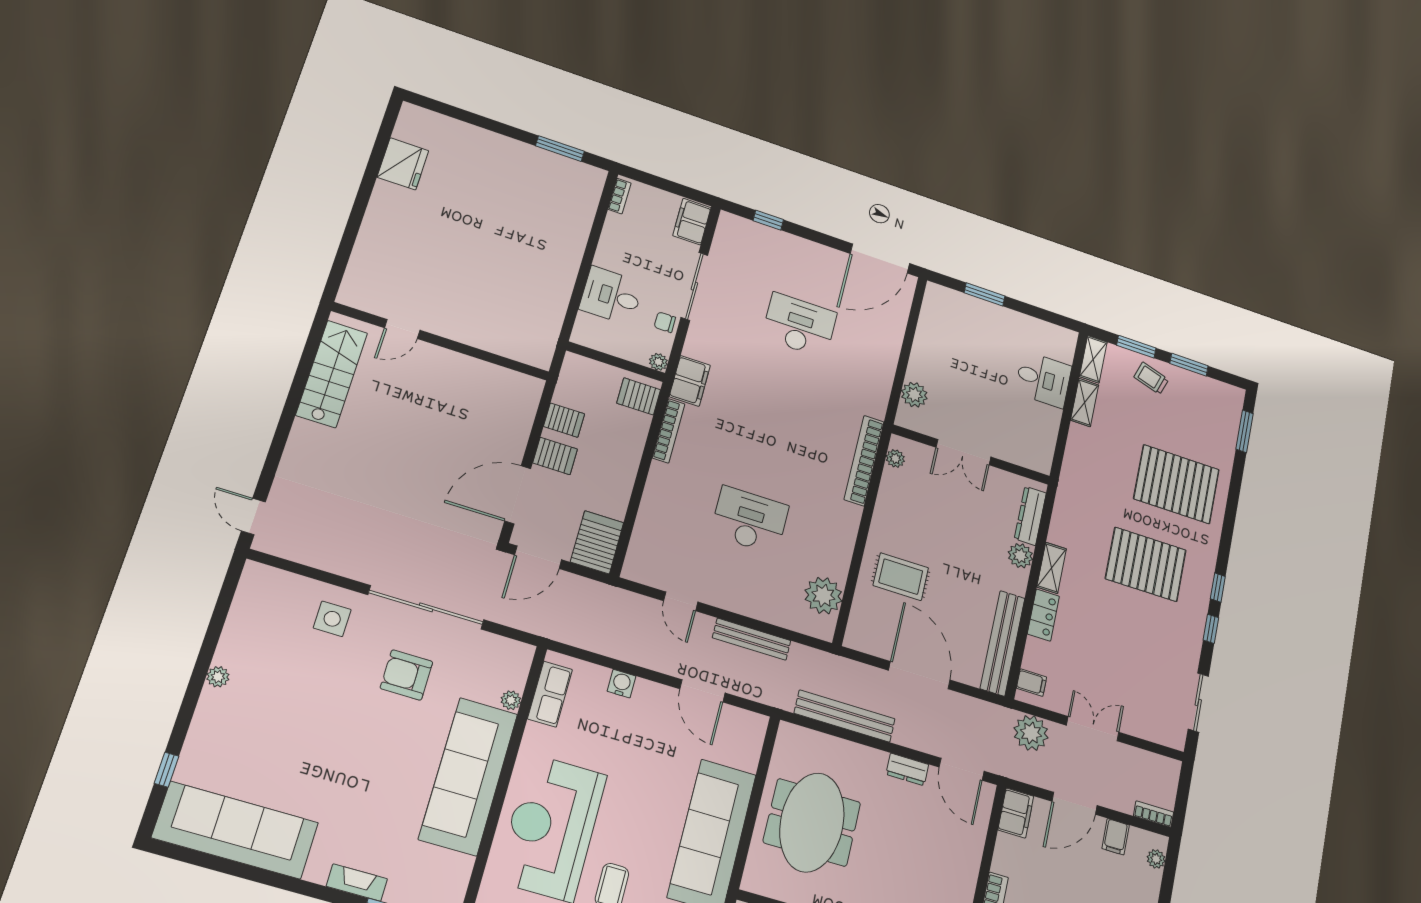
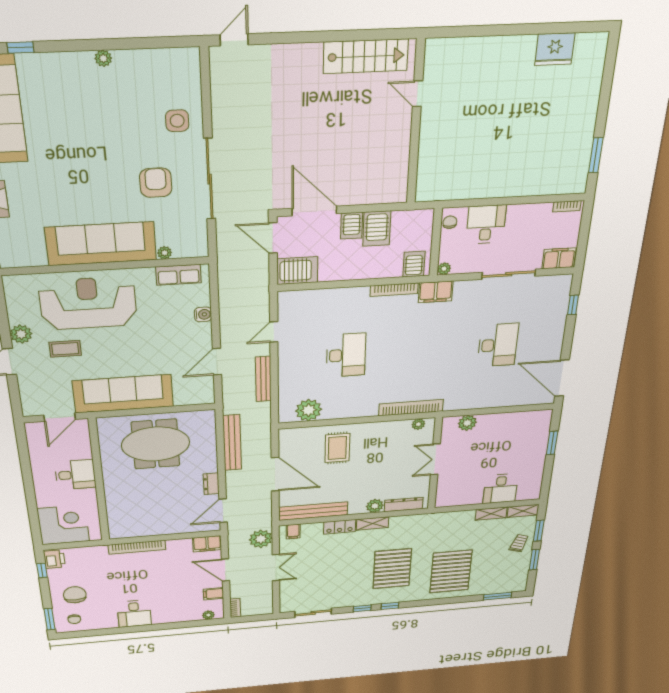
chair: (665, 322) -> (450, 222), moved
server rack: (564, 420) -> (377, 229), width x1.36, depth x1.44
door: (919, 675) -> (275, 474), hinge flipped

